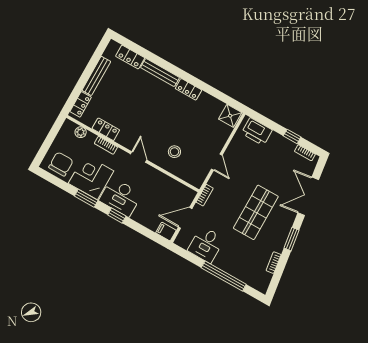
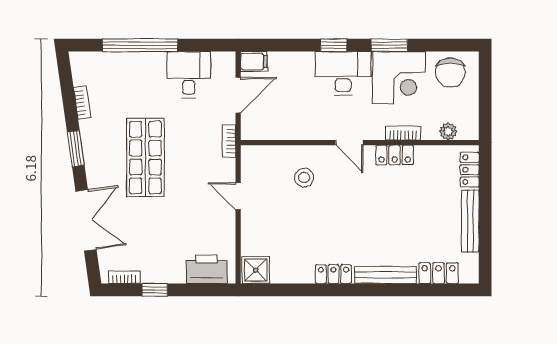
locker: (106, 129) -> (395, 155), moved

